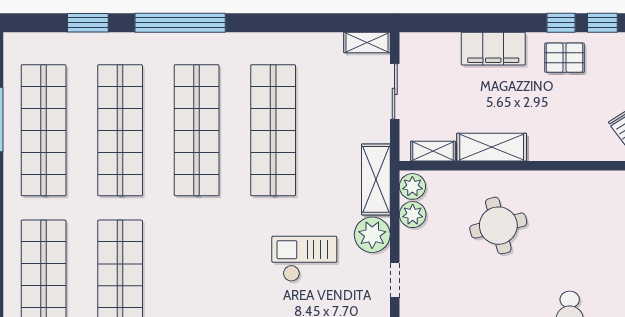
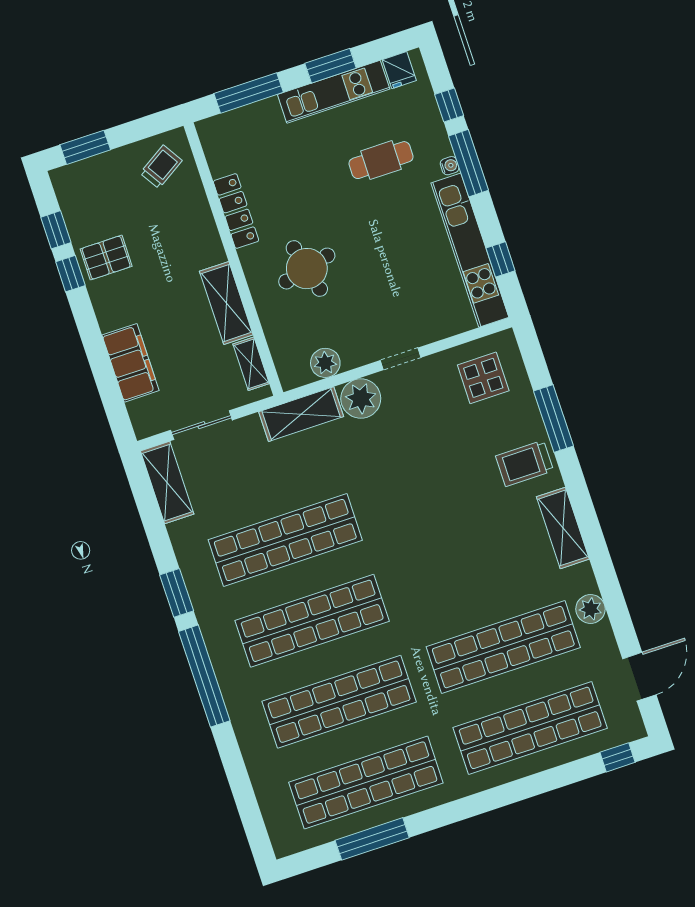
window: (88, 23) -> (177, 593), moved
shelving: (367, 42) -> (167, 483), width x1.50, depth x1.33
filing cabinet: (493, 49) -> (131, 363), moved
pallet: (565, 58) -> (106, 258), turned 90
locker: (567, 182) -> (236, 211), added
plant: (412, 186) -> (296, 373), removed
checkout: (304, 259) -> (410, 462), removed

